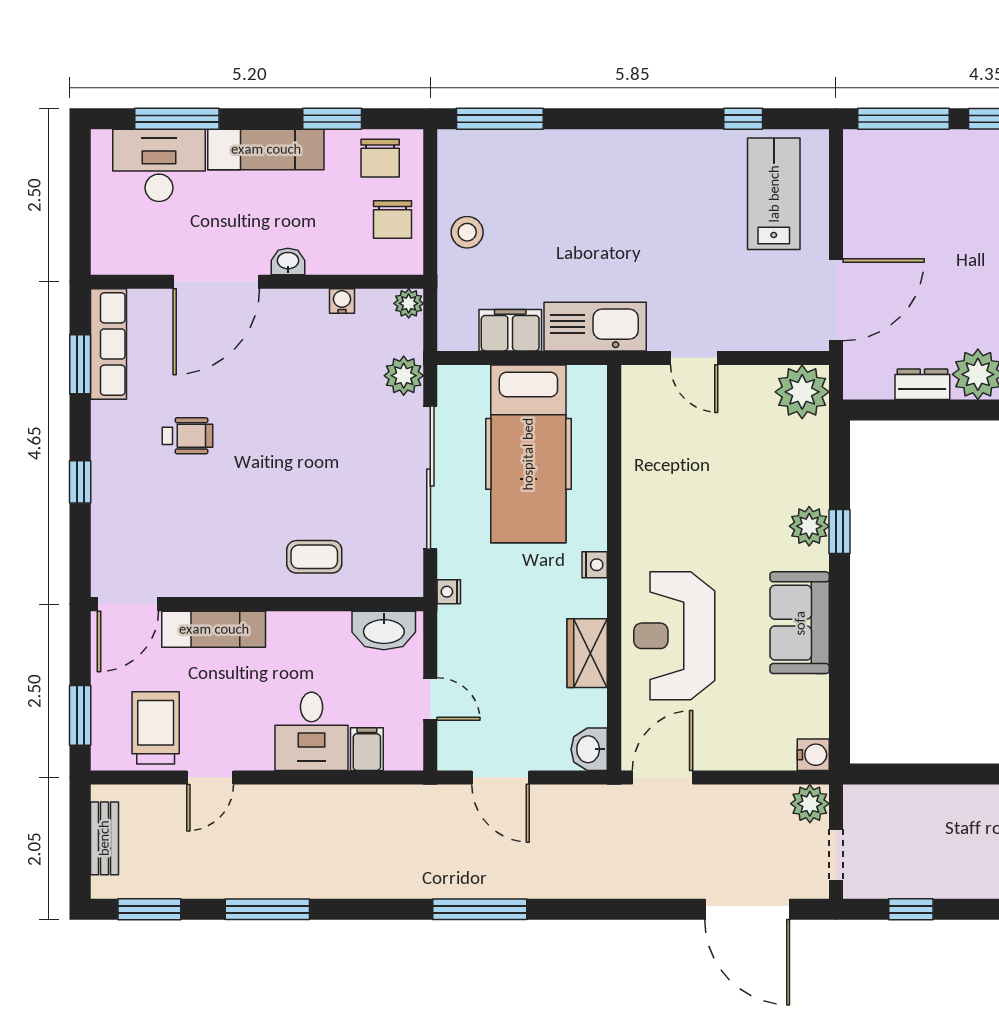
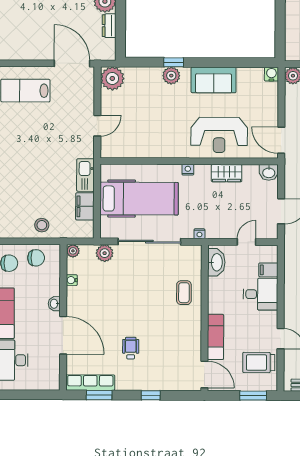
kitchen sink: (595, 327) -> (85, 175), width x0.73, depth x0.81

